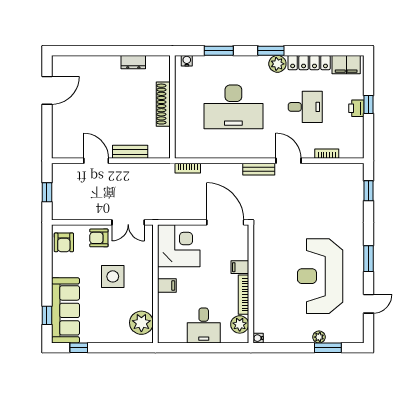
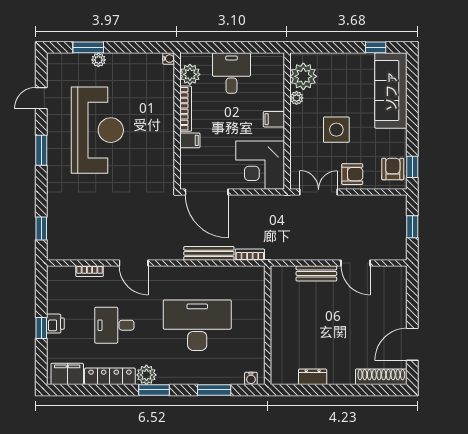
shoe rack: (163, 104) -> (381, 377), moved, turned -90
bench: (259, 169) -> (209, 253), moved, width x1.36
plant: (147, 304) -> (297, 98), added
window: (47, 315) -> (412, 167), moved

